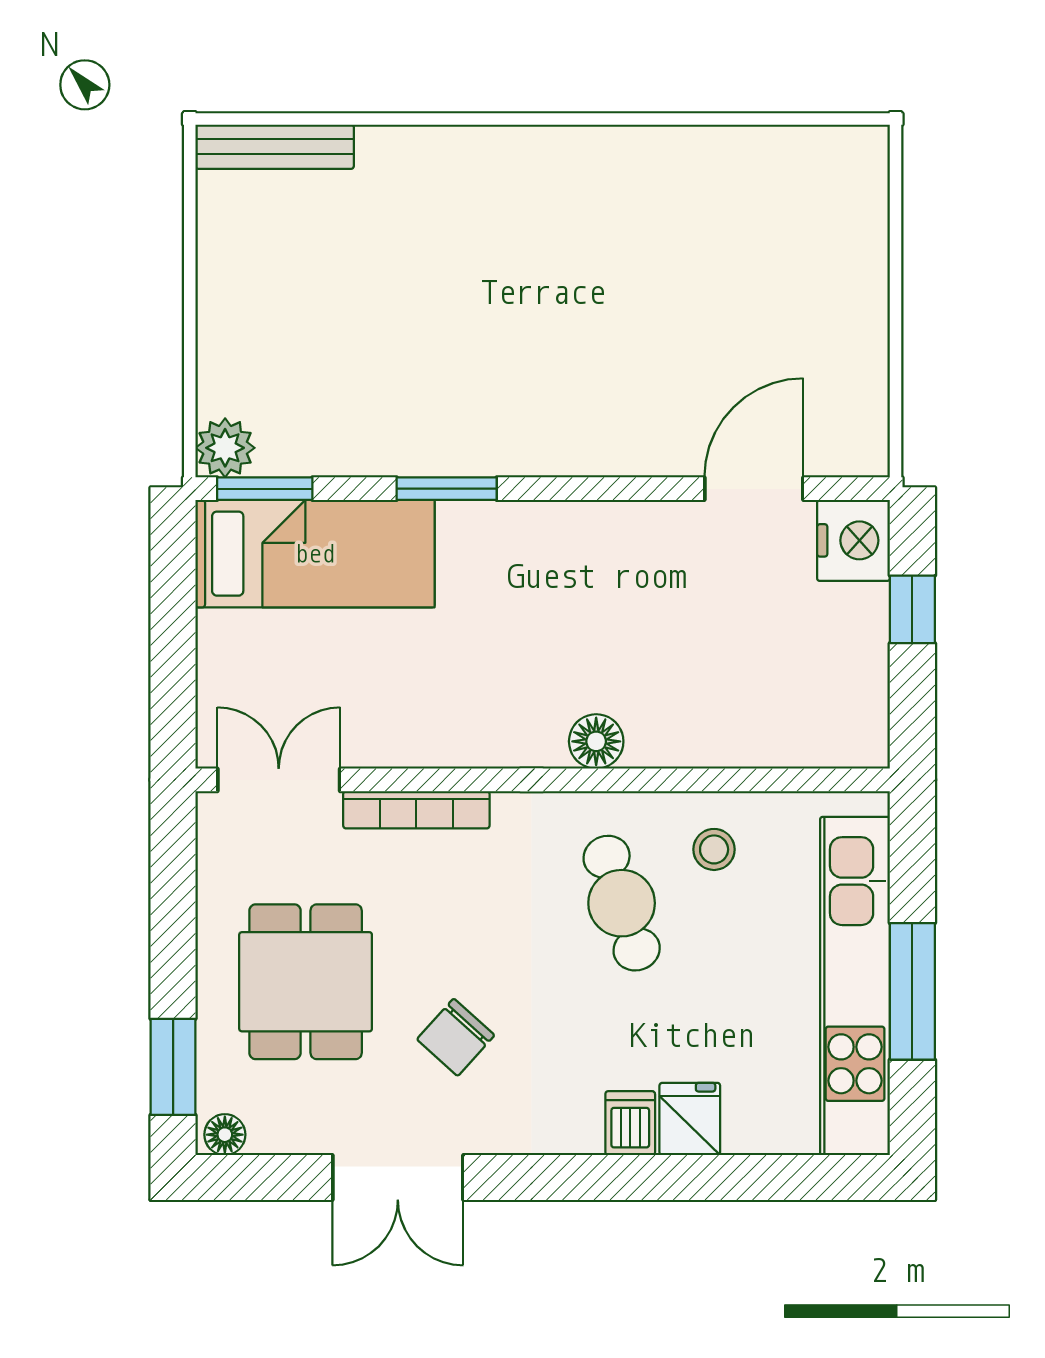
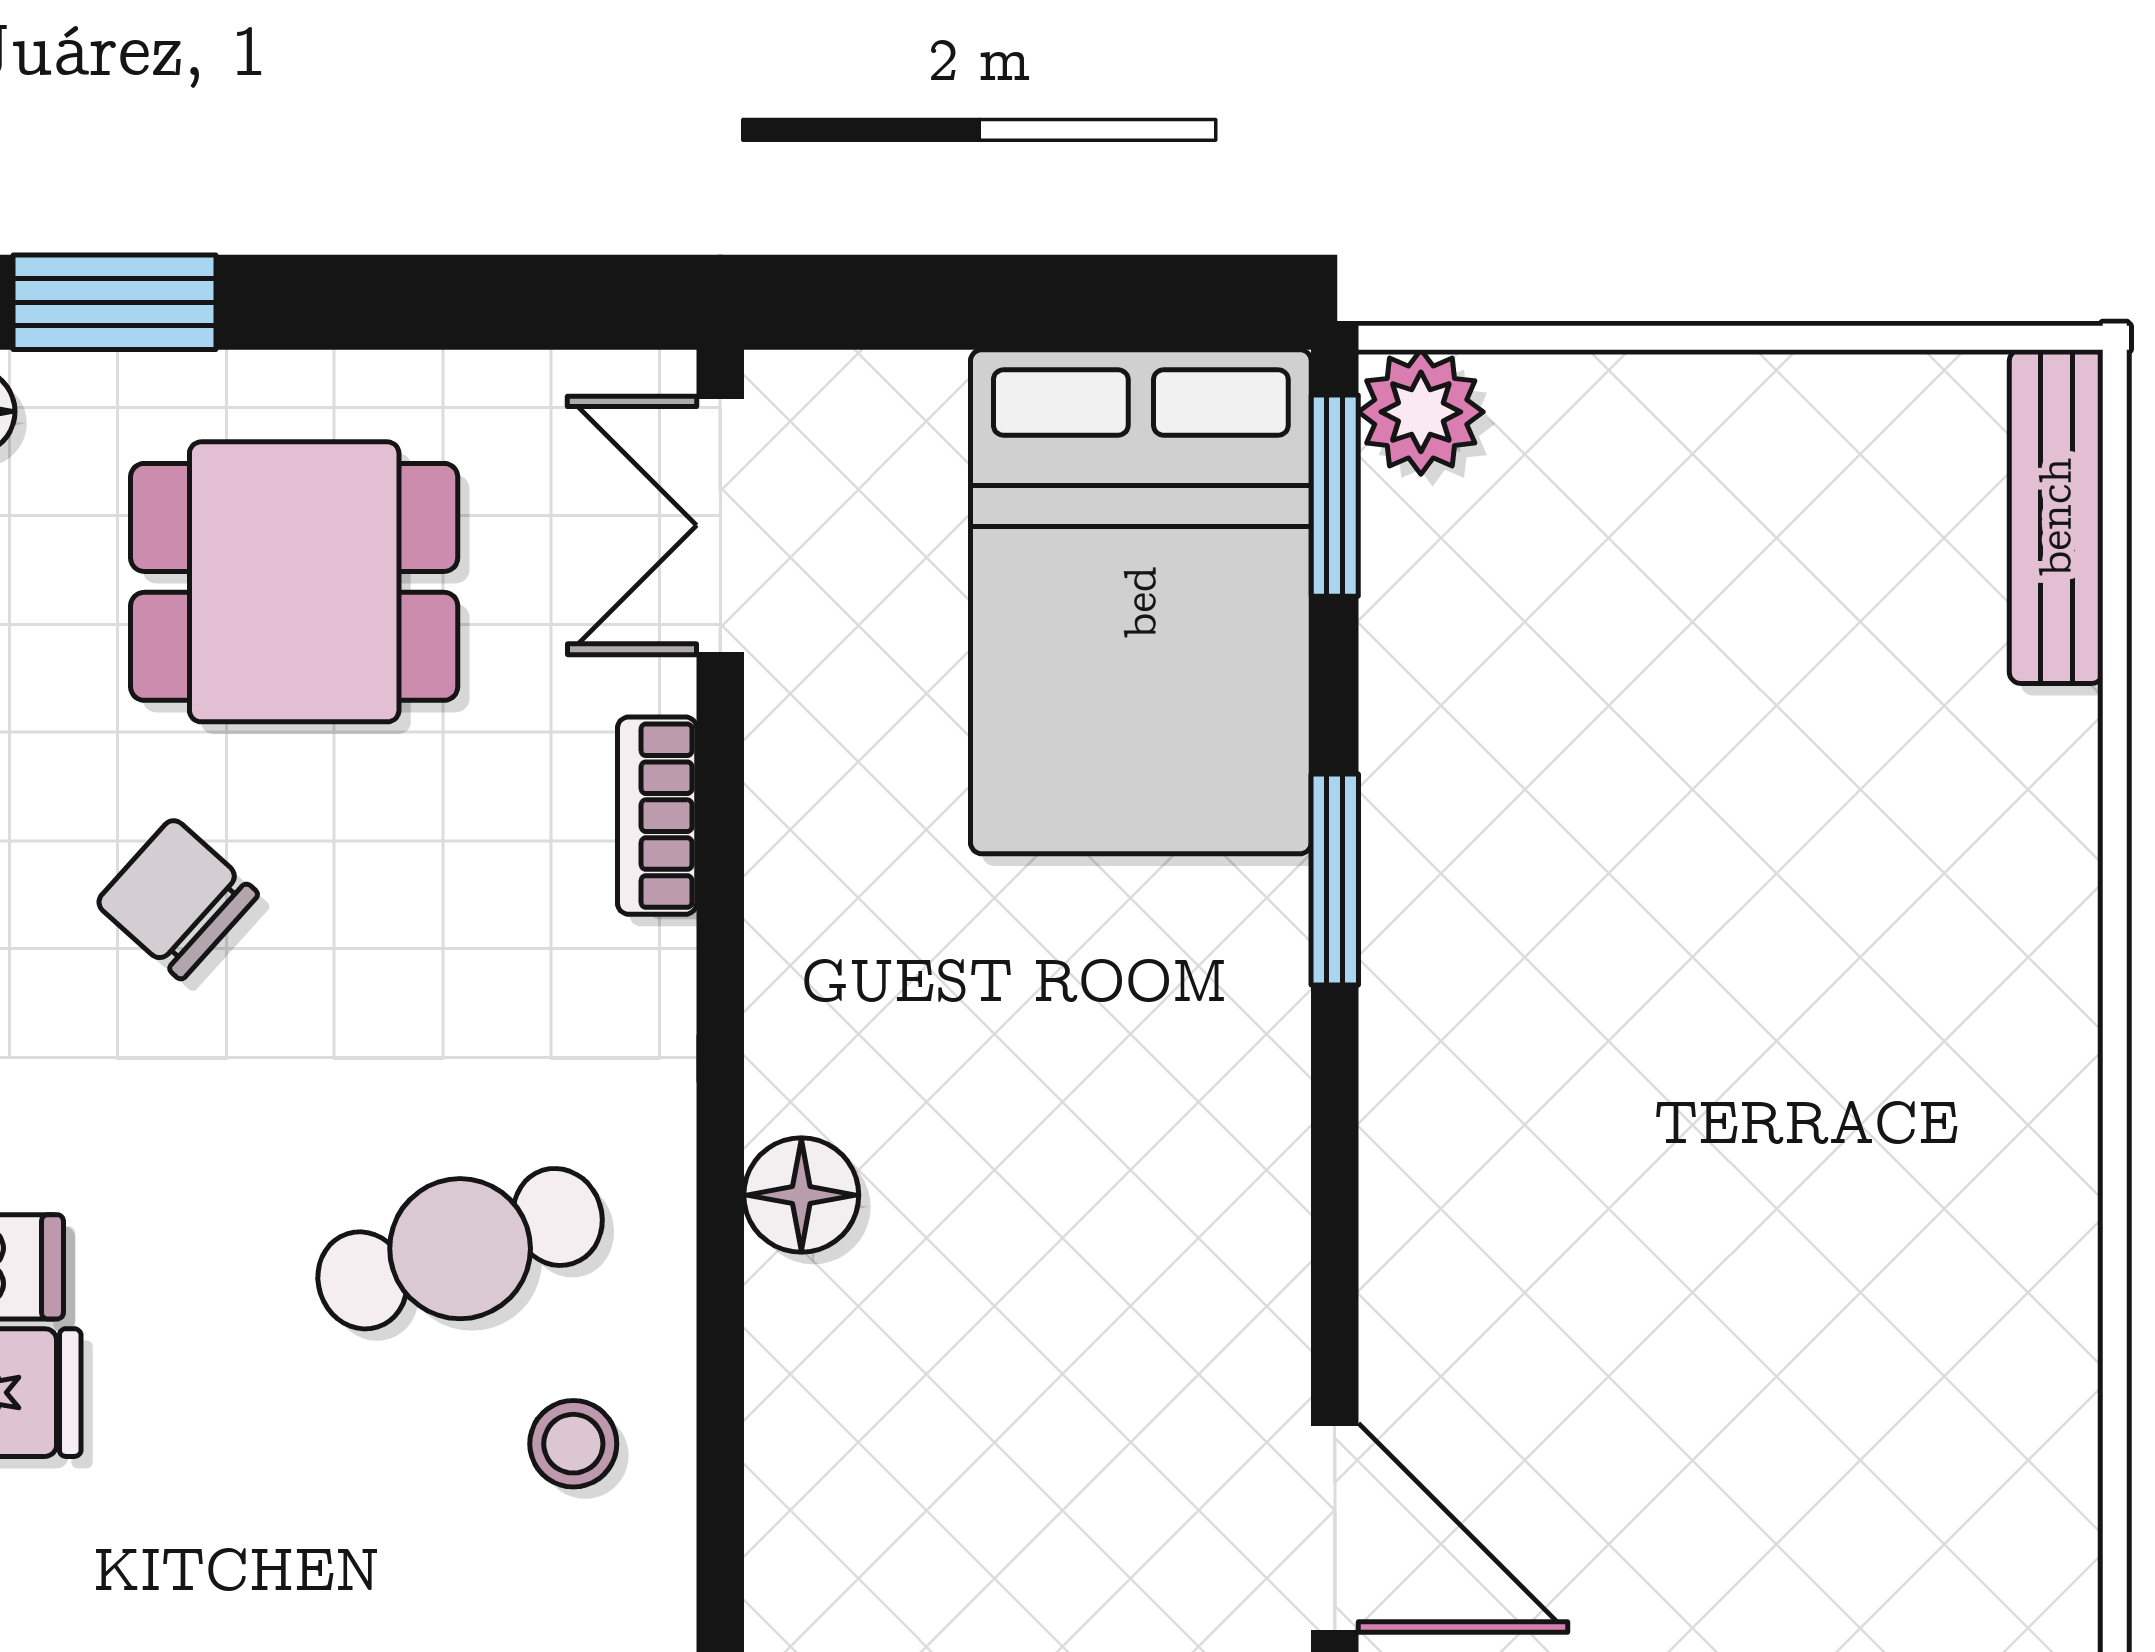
bed: (315, 554) -> (1141, 602), width x1.50
double door: (279, 780) -> (720, 525), swing flipped
bookcase: (416, 810) -> (657, 816), width x0.64

